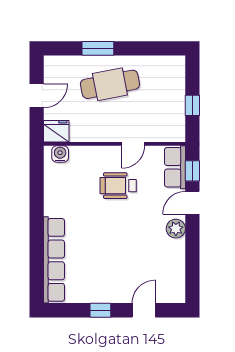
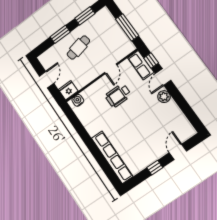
window: (148, 48) -> (85, 16), added
cafe table: (110, 84) -> (78, 48), width x0.73, depth x0.74
window: (192, 105) -> (127, 27), width x2.17

